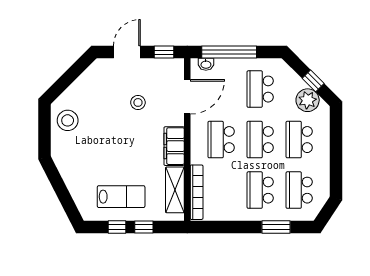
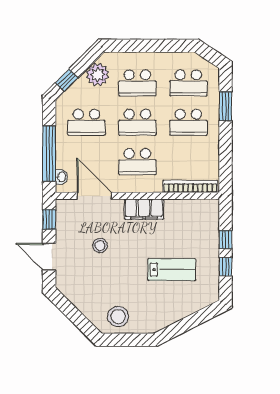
window: (313, 81) -> (67, 80), moved
shelving: (175, 190) -> (188, 208), removed
lab bench: (121, 197) -> (172, 270), moved, turned 90

